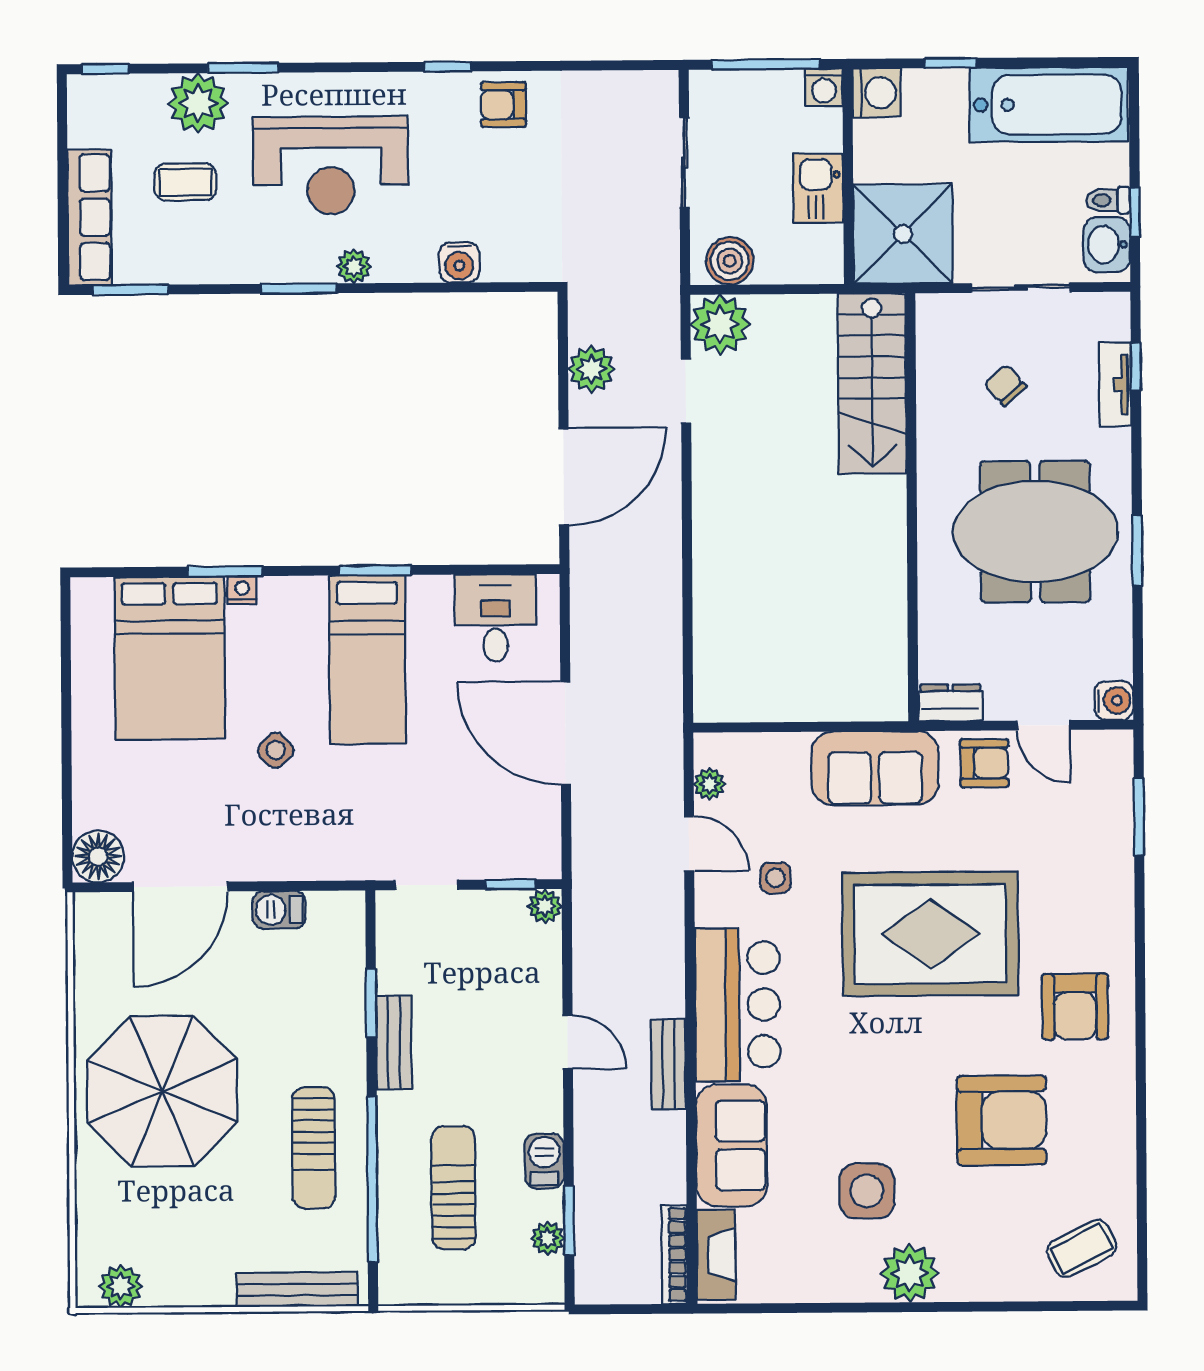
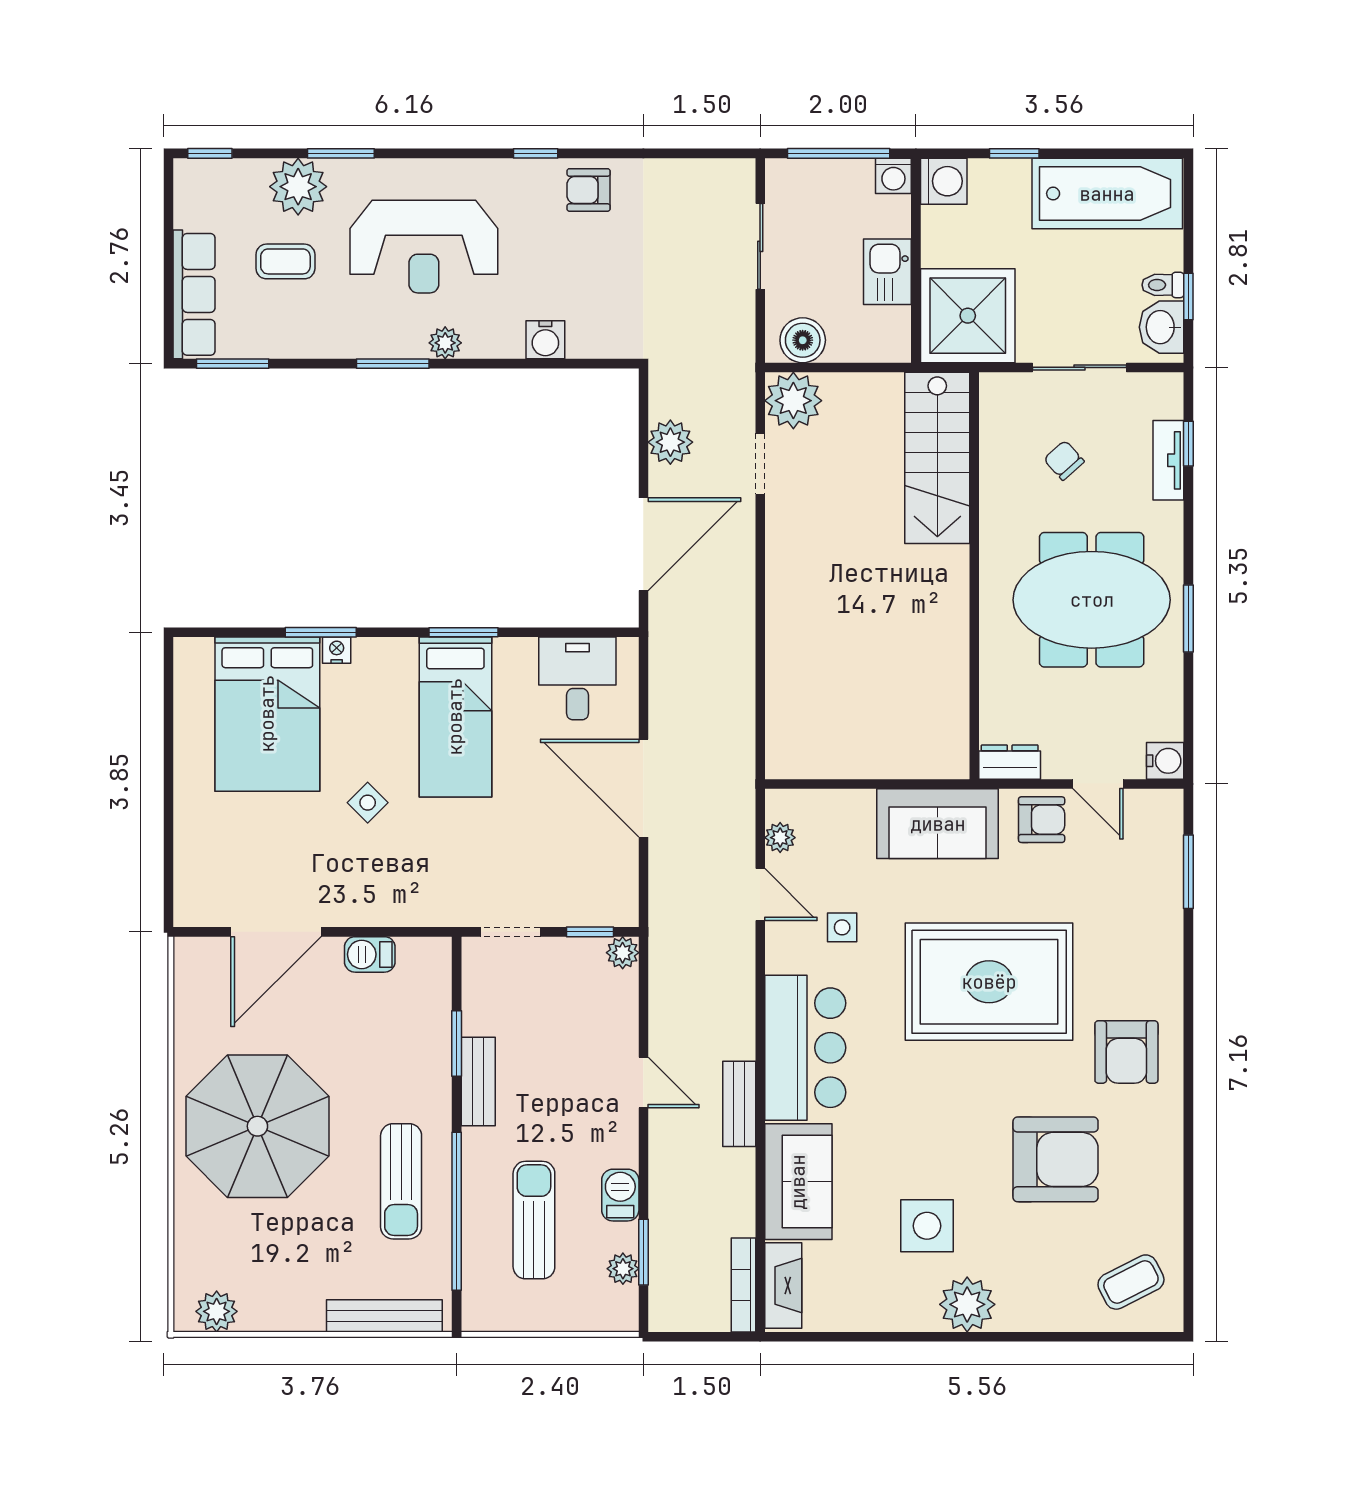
floor lamp: (98, 856) -> (198, 902), removed

